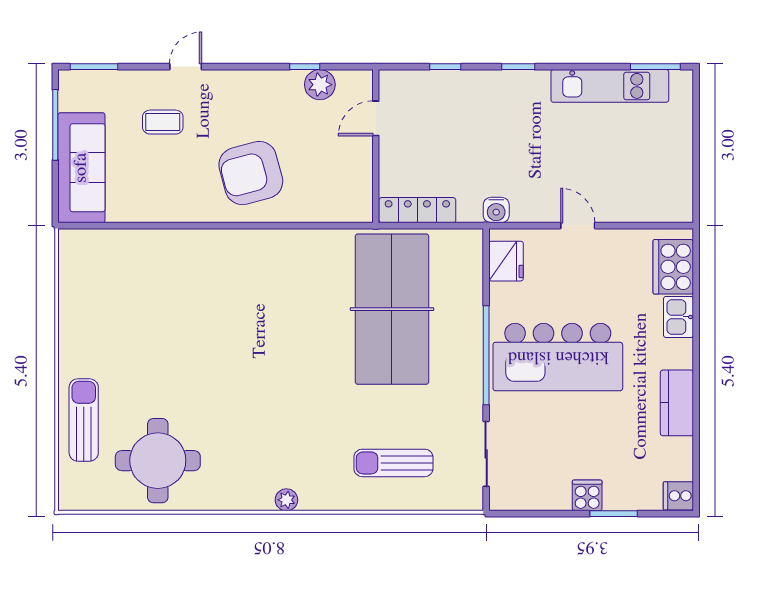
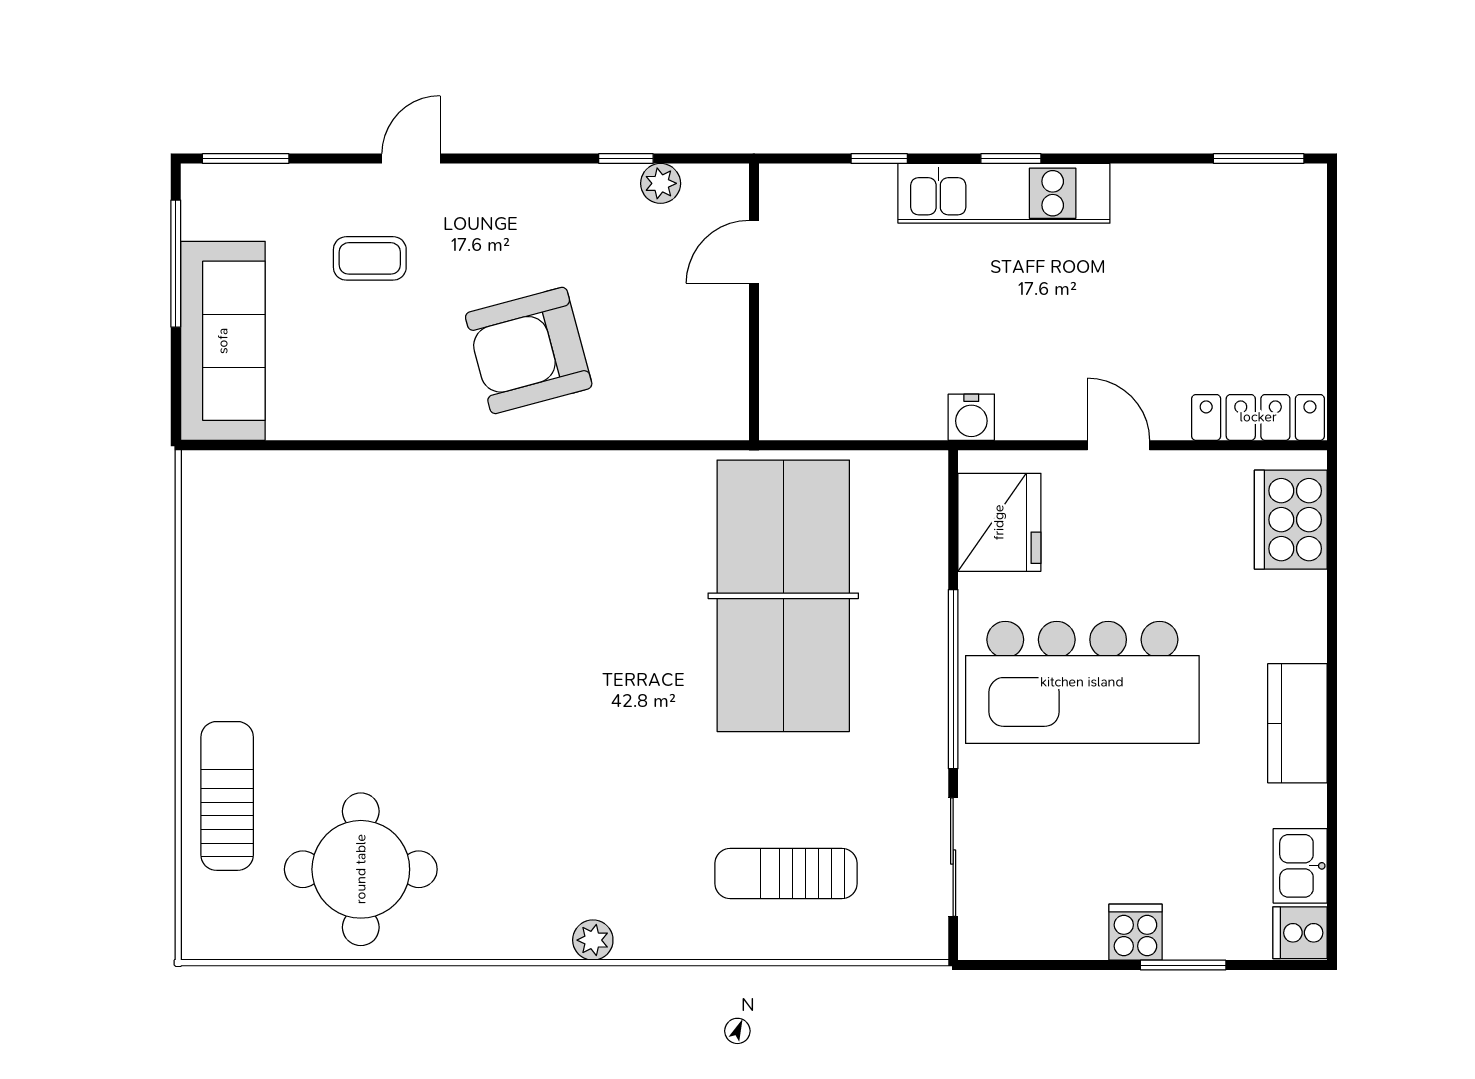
plant: (320, 85) -> (661, 183), width x0.73, depth x0.73
kitchen unit: (610, 86) -> (1004, 193), moved
locker: (417, 210) -> (1258, 417), moved
fridge: (506, 261) -> (999, 522), width x1.36, depth x1.34
kitchen sink: (678, 317) -> (1300, 866), moved
kitchen counter: (677, 403) -> (1297, 723), moved

